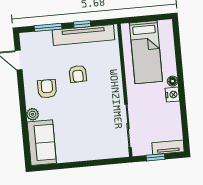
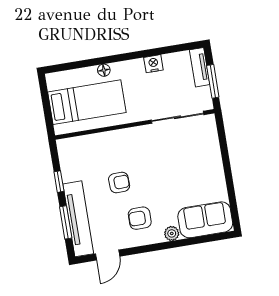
tv unit: (83, 35) -> (78, 219), moved
floor lamp: (173, 81) -> (104, 70), moved
nightstand: (172, 95) -> (153, 64), moved
window: (156, 157) -> (213, 81), width x1.50

